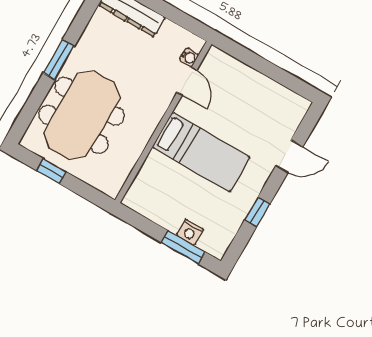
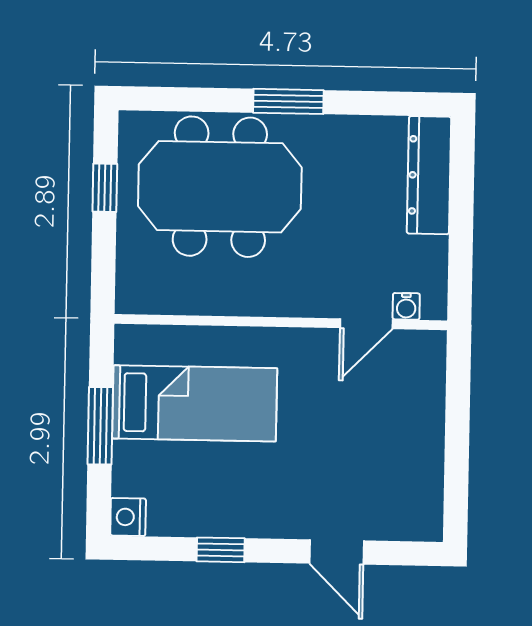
bed: (201, 152) -> (195, 403), moved, turned -90
nightstand: (190, 232) -> (128, 517), moved
window: (183, 247) -> (100, 426), moved

